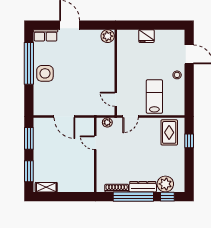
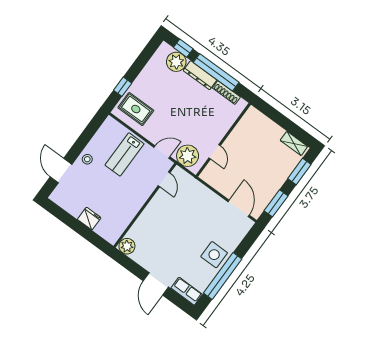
door: (64, 116) -> (239, 208), moved
plant: (107, 122) -> (188, 156), width x1.87, depth x1.87
rug: (169, 132) -> (136, 109), turned 90

